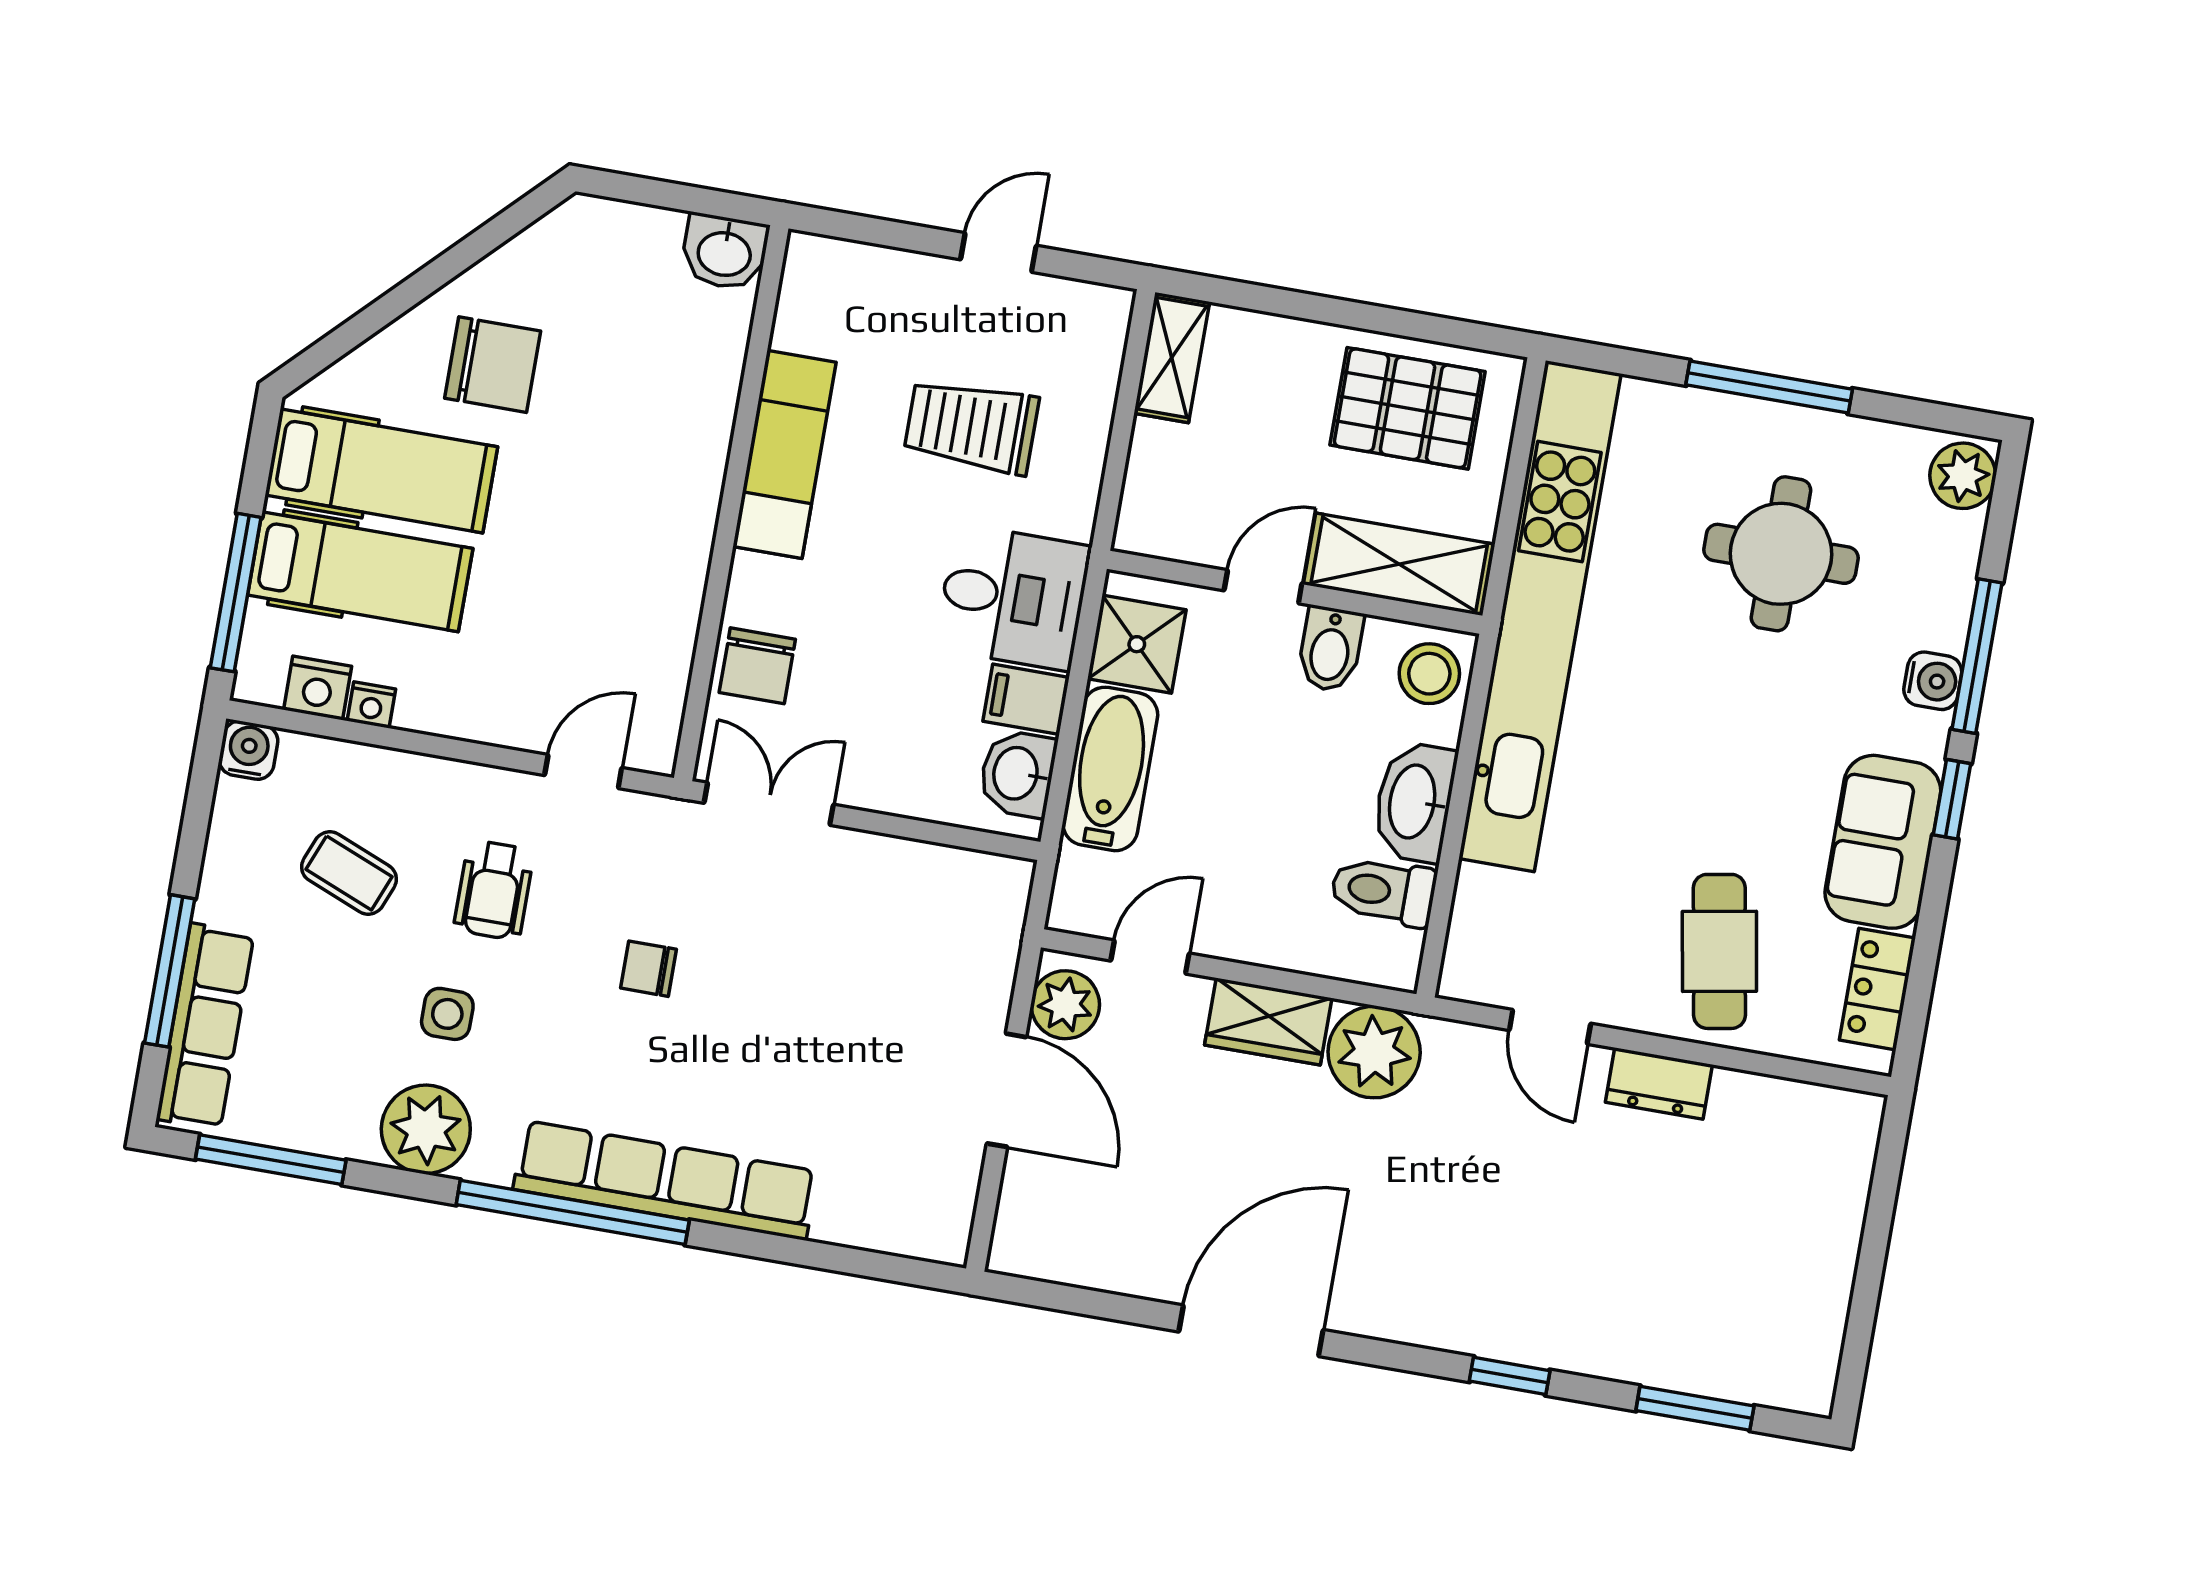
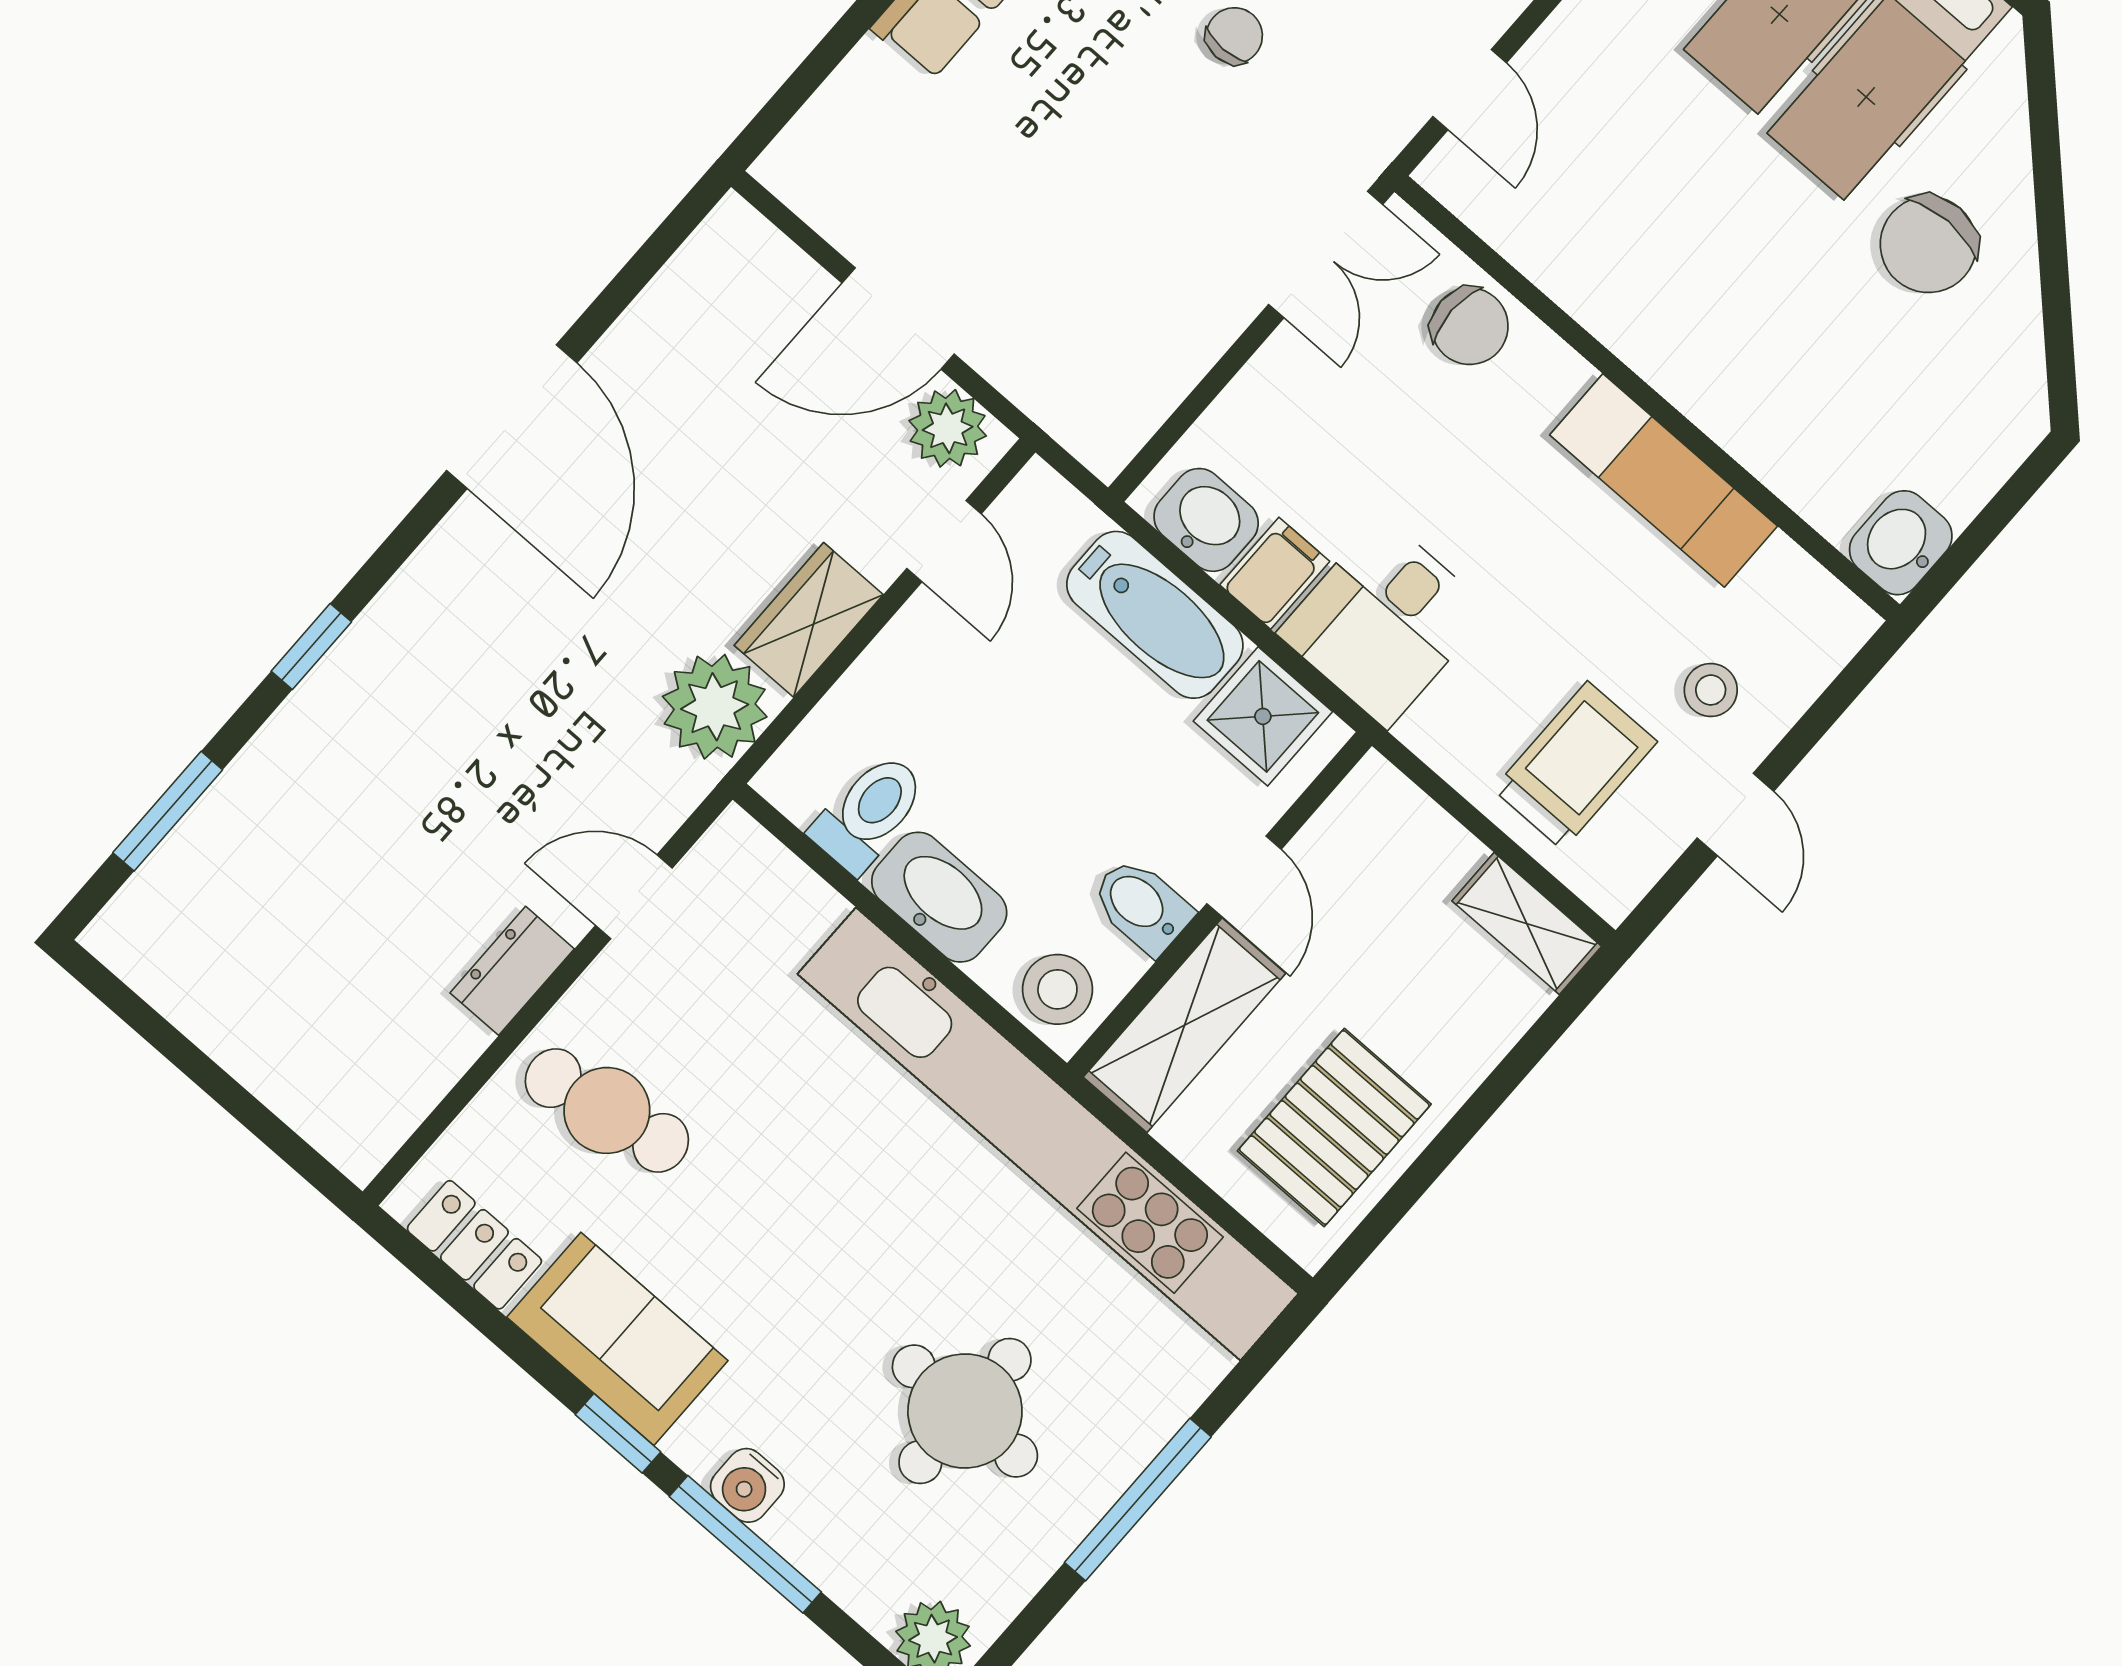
stool: (918, 326) -> (1711, 690), added
trolley: (971, 426) -> (1575, 765), moved
chair: (757, 666) -> (1470, 326), turned 180

